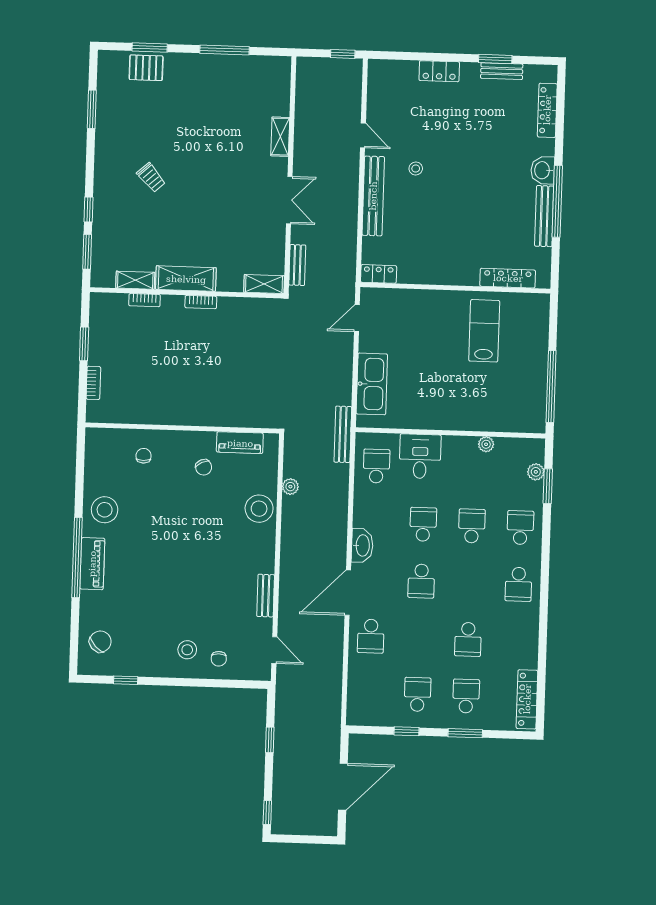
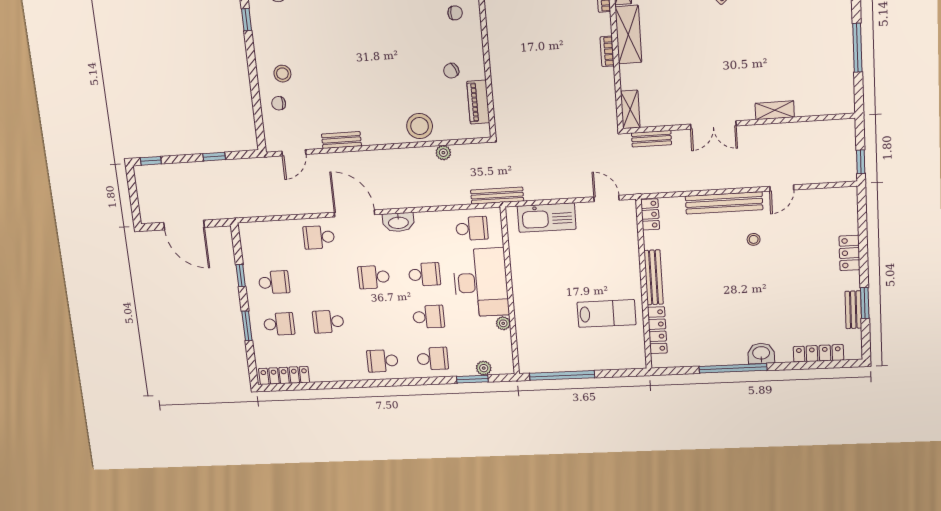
bench: (544, 216) -> (654, 277), moved, turned 90
desk: (420, 456) -> (481, 282), width x1.87, depth x1.30

